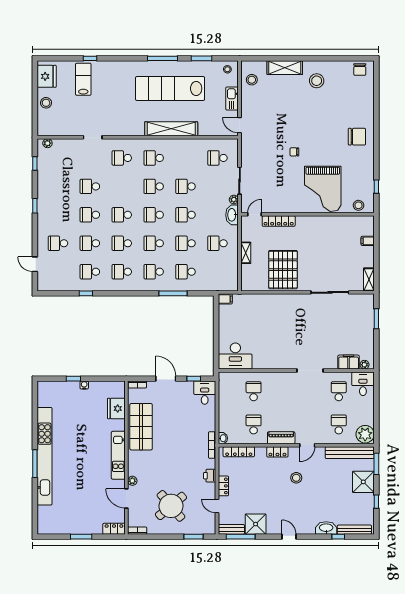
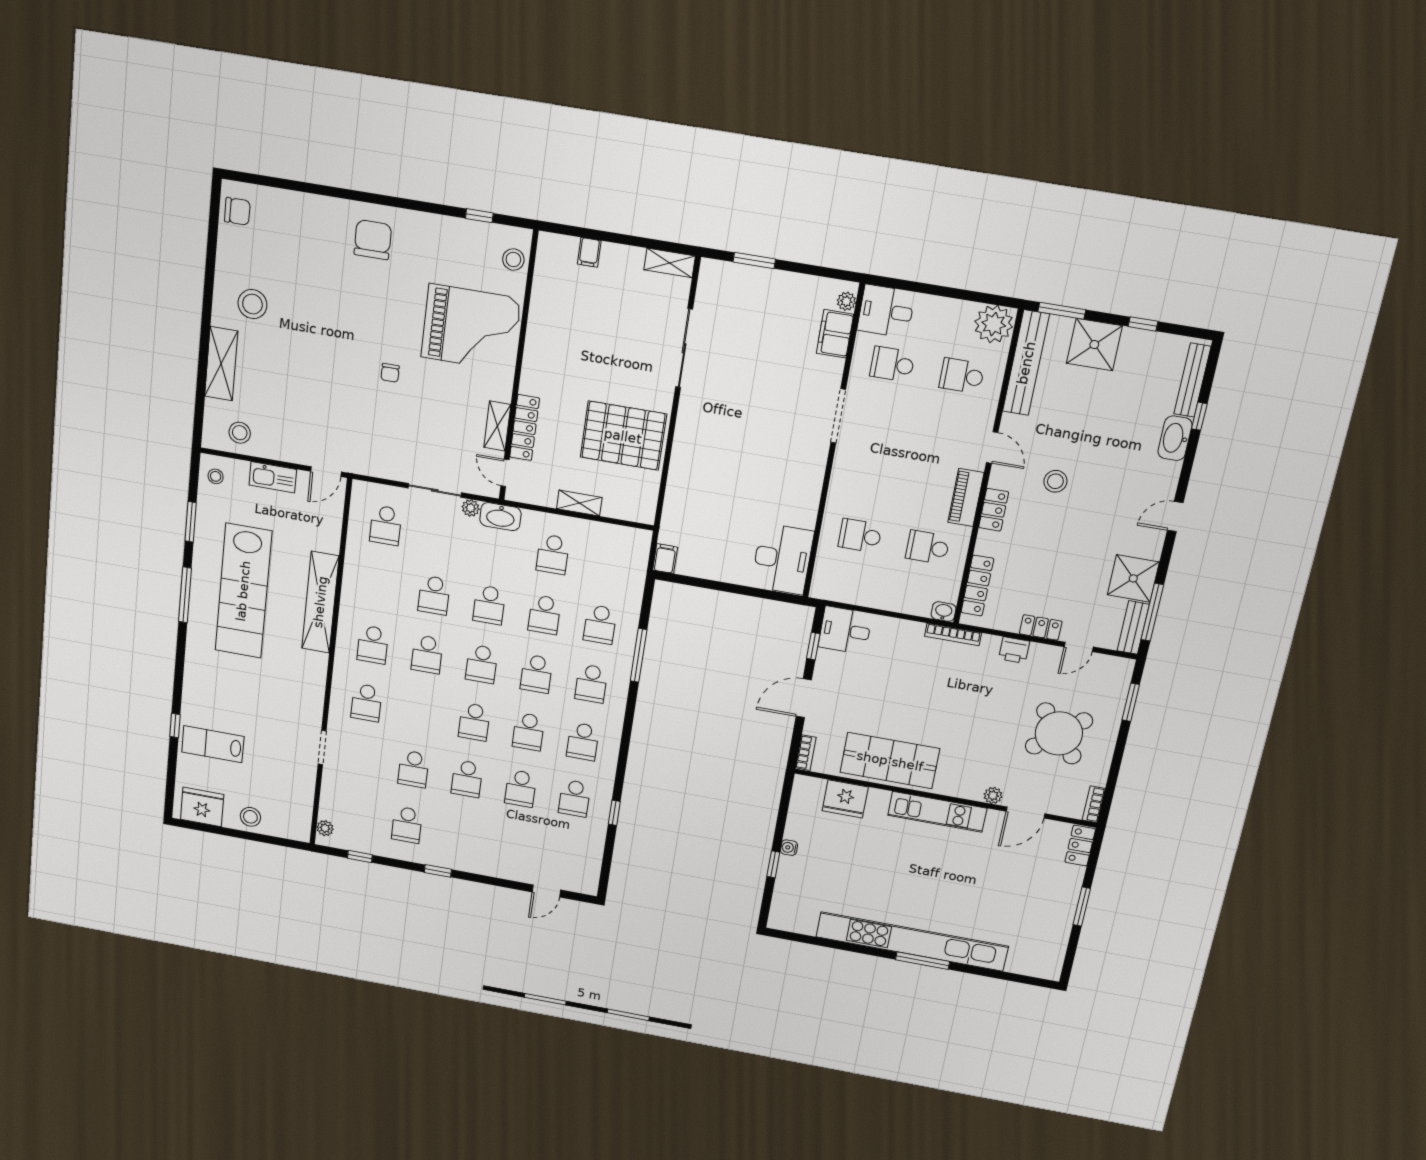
shelving: (277, 208) -> (497, 426), added
school desk: (58, 243) -> (407, 825), moved

